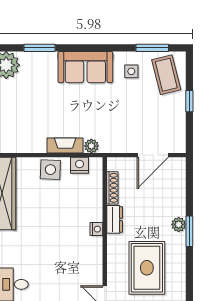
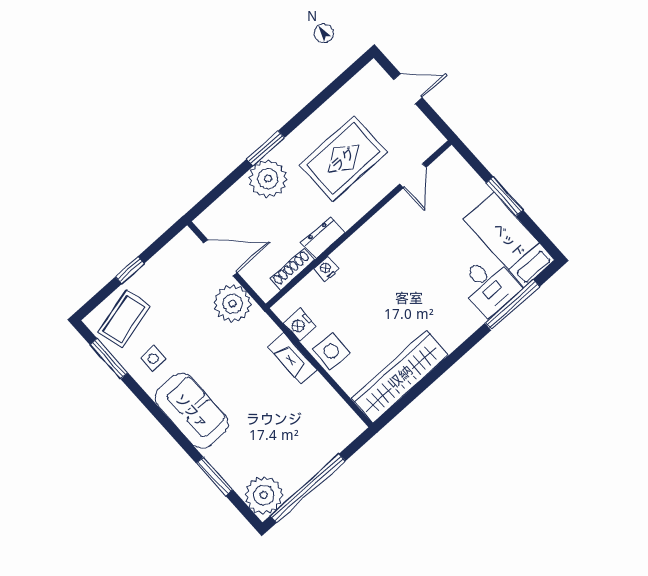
plant: (91, 146) -> (233, 304), moved, width x1.88, depth x1.88
plant: (179, 224) -> (268, 179), width x1.87, depth x1.87
nightstand: (96, 229) -> (326, 269), moved

